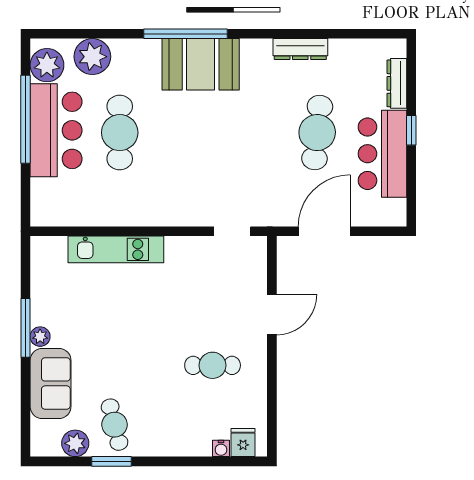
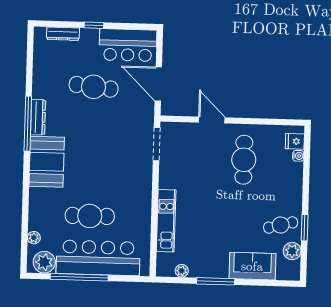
window: (186, 34) -> (28, 124), moved
dresser: (300, 49) -> (38, 117), moved
plant: (92, 57) -> (34, 238), width x0.53, depth x0.53
bar counter: (56, 130) -> (98, 258), width x1.36
bar counter: (382, 154) -> (128, 45), moved
doorway: (232, 231) -> (156, 144), width x1.38
plant: (40, 337) -> (182, 271), moved
cafe table: (213, 365) -> (244, 160), width x1.37, depth x1.35

